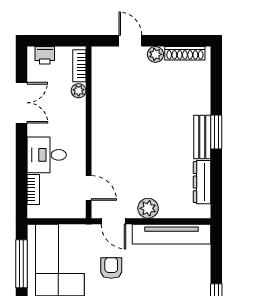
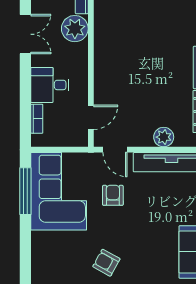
plant: (79, 91) -> (75, 29), width x1.88, depth x1.88
door: (89, 188) -> (91, 117), hinge flipped
plant: (148, 208) -> (164, 137), moved

